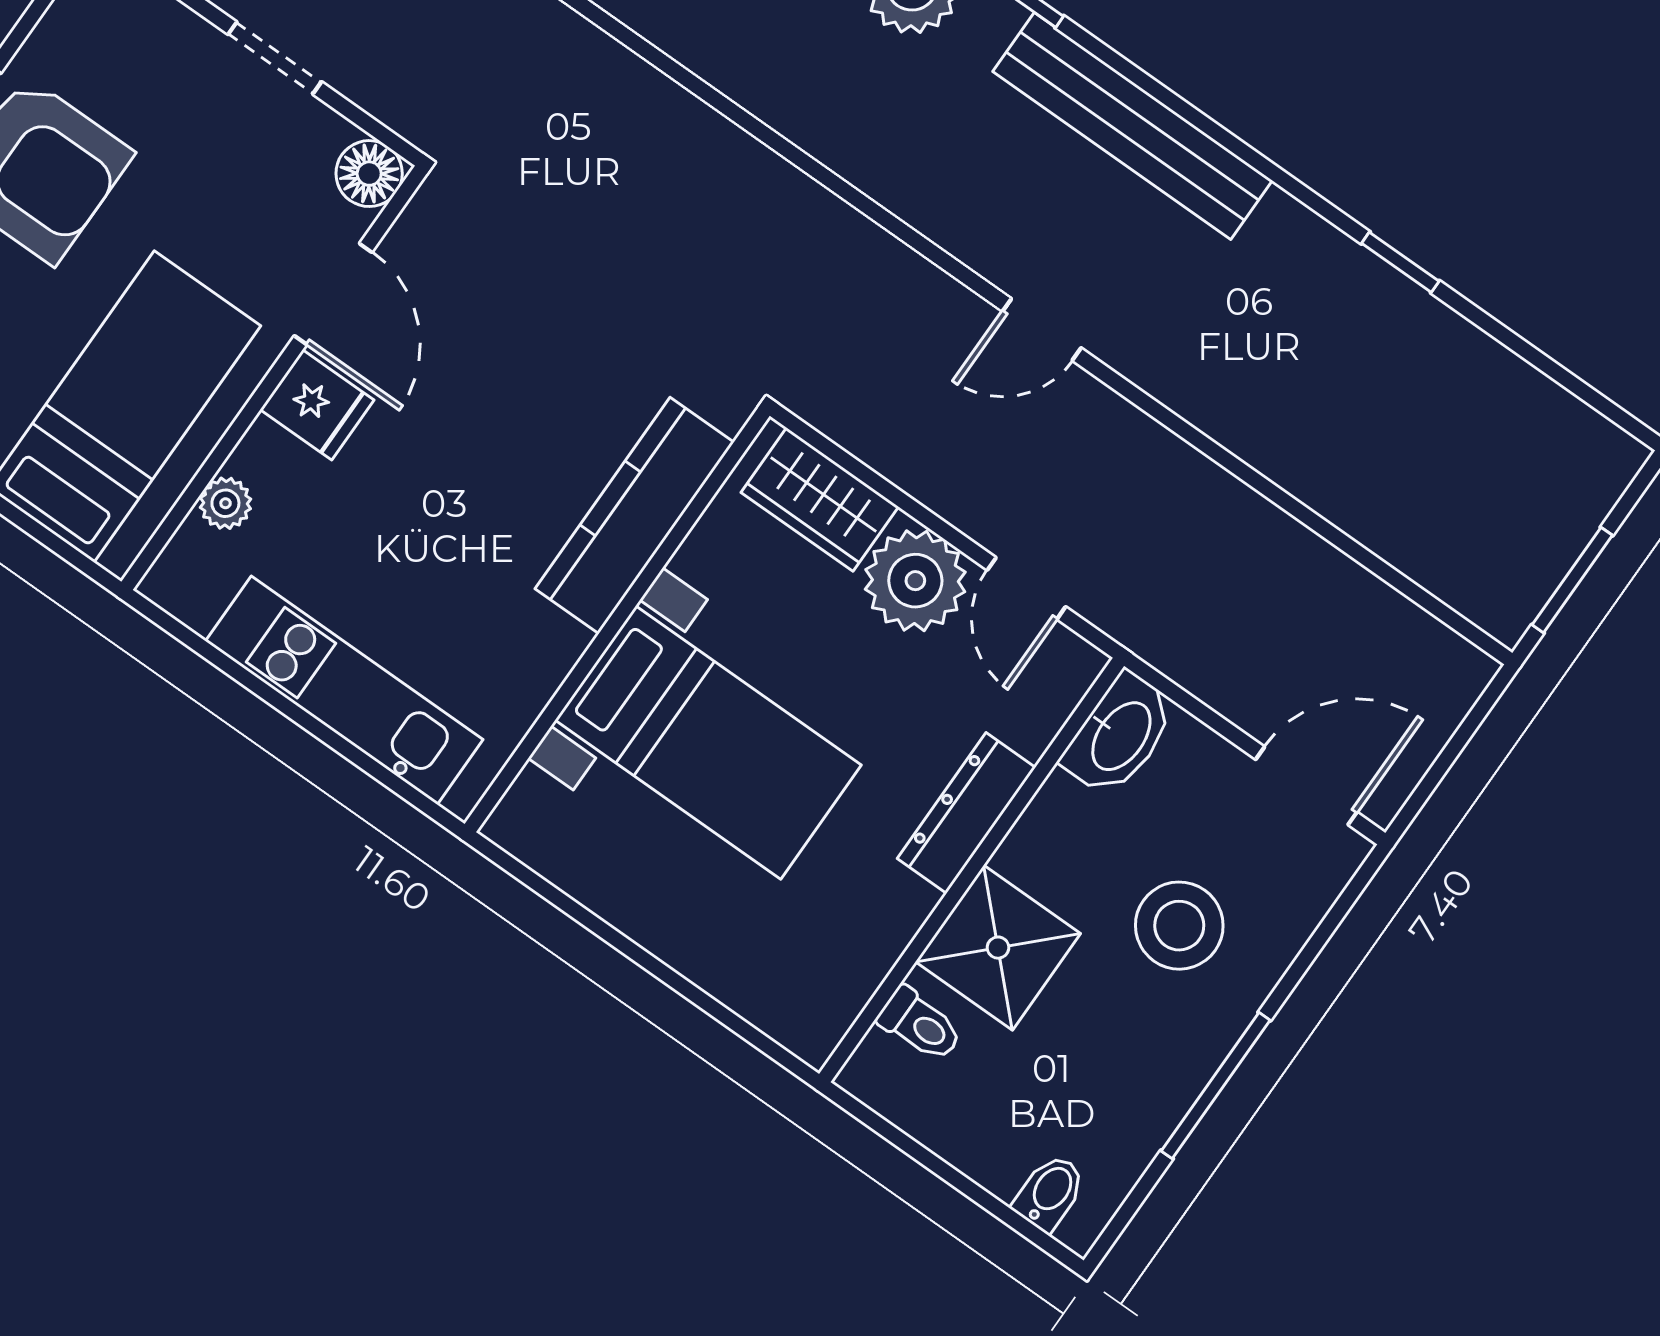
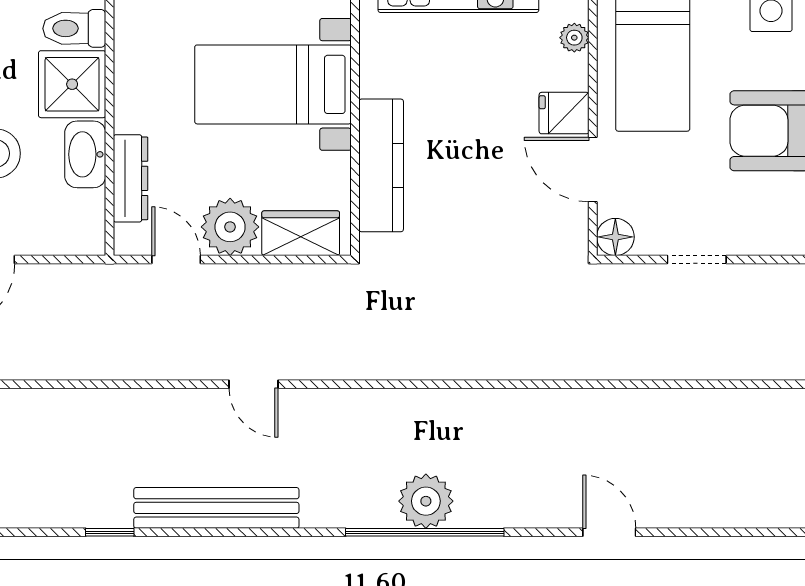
bench: (1132, 126) -> (216, 508), moved
door: (1042, 330) -> (253, 384), swing flipped
washbasin: (1120, 735) -> (85, 154), moved
dresser: (966, 813) -> (131, 178), moved
toilet: (920, 1024) -> (74, 28), width x1.37, depth x1.39

